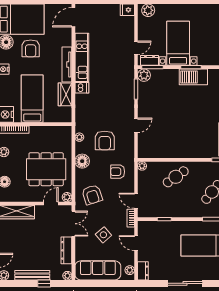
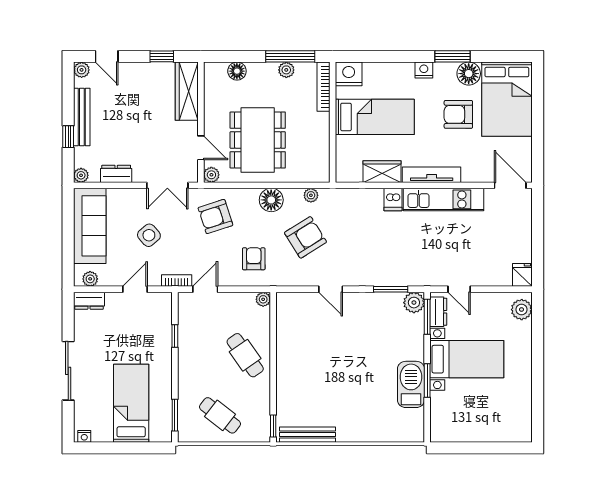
armchair: (105, 140) -> (305, 237), turned 148
dresser: (66, 250) -> (116, 174), width x0.70

